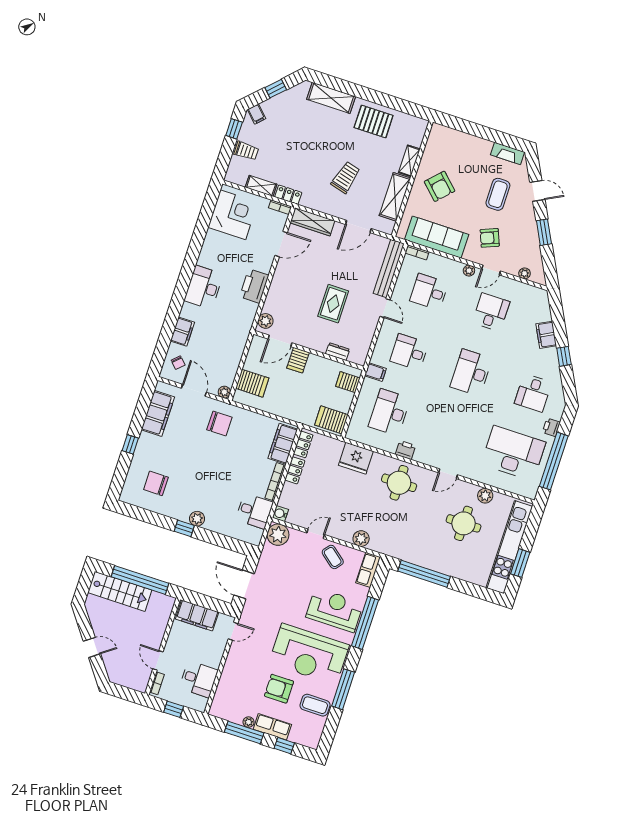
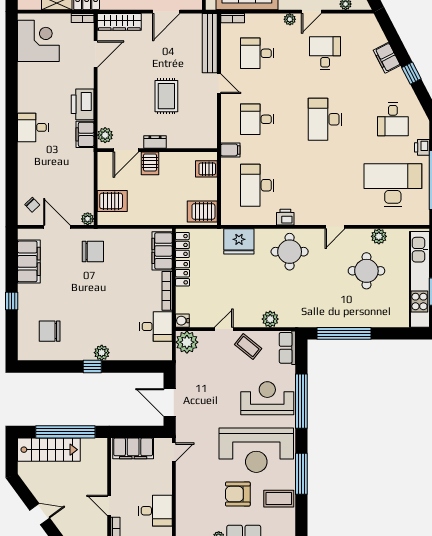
desk: (204, 287) -> (33, 127), width x0.73
filing cabinet: (182, 332) -> (85, 134), moved, turned 180
dresser: (338, 352) -> (155, 142), moved

